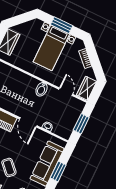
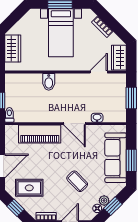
bidet: (42, 89) -> (49, 82), moved
door: (66, 92) -> (99, 72), hinge flipped

